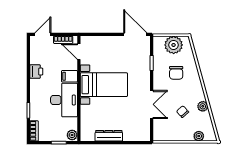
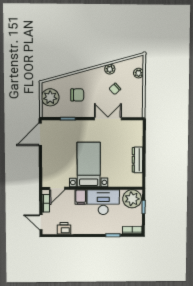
printer: (36, 72) -> (64, 228), moved
plant: (72, 135) -> (132, 199), width x1.87, depth x1.87

